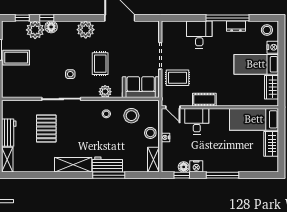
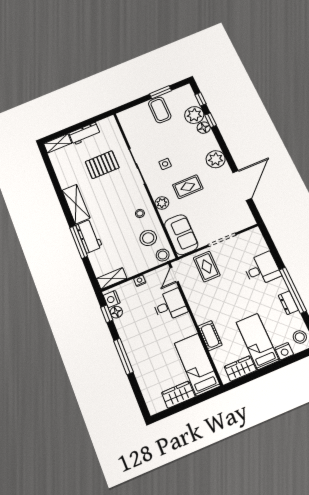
cot: (204, 100) -> (210, 336), moved
stool: (150, 133) -> (163, 255), moved
nightstand: (196, 166) -> (112, 299), moved

